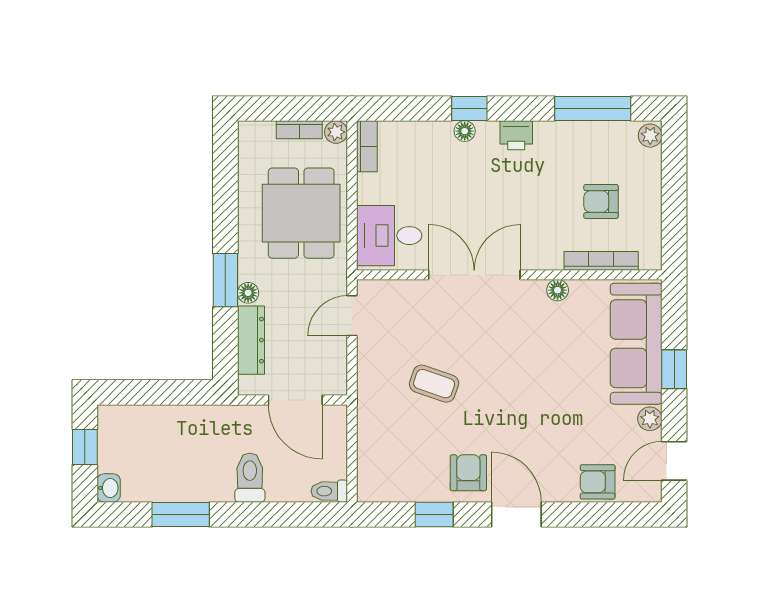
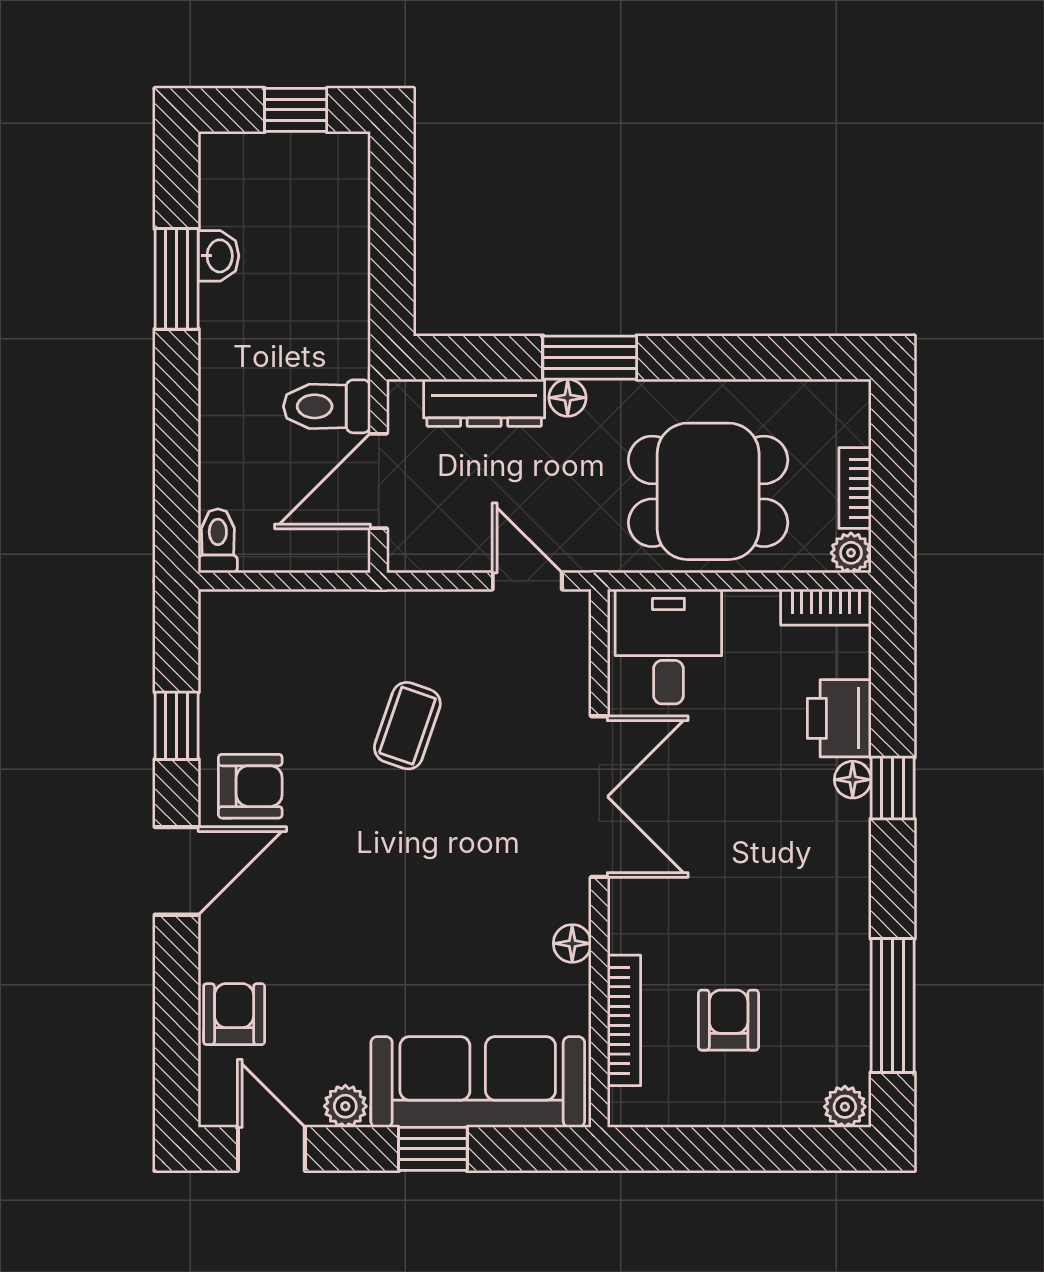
printer: (516, 135) -> (839, 718), moved, width x1.36, depth x1.24
toilet: (250, 478) -> (327, 406), moved, turned 180
washbasin: (109, 488) -> (218, 256), moved, turned -90

